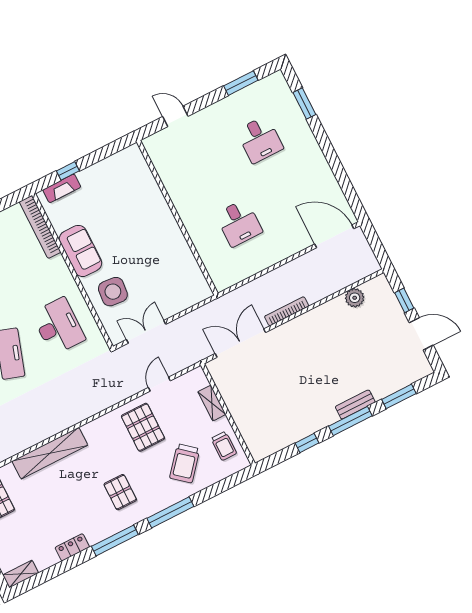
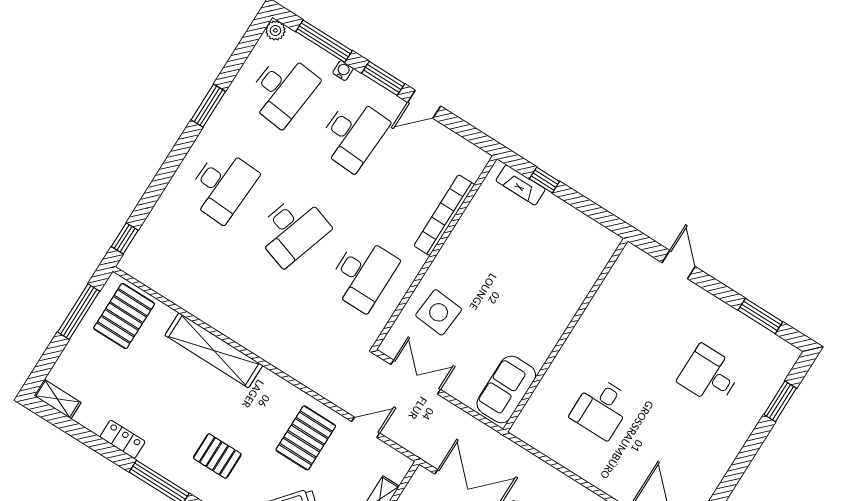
desk: (260, 139) -> (709, 375), turned 90
bookcase: (40, 227) -> (444, 215), moved
sofa: (80, 251) -> (506, 389), moved, turned 180
pallet: (120, 492) -> (217, 456), turned 90

